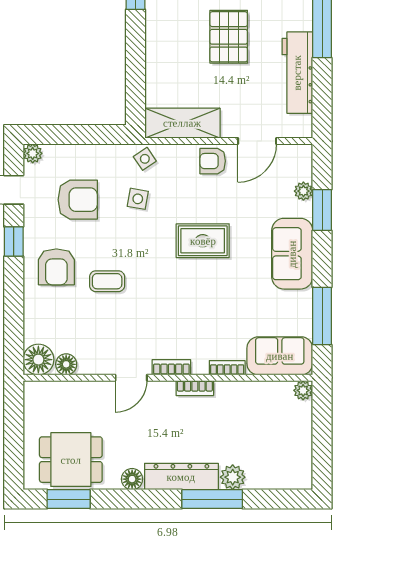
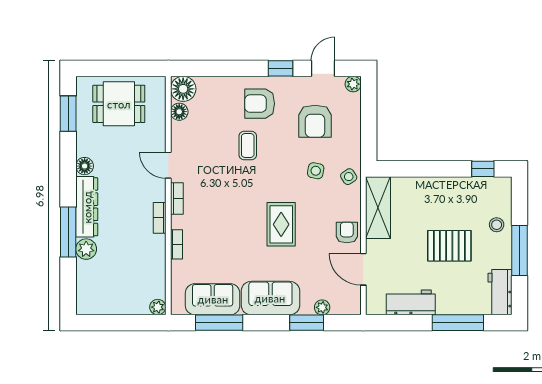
workbench: (297, 73) -> (411, 302), width x0.73
sofa: (280, 356) -> (213, 299), moved, turned -90
dining table: (71, 460) -> (119, 104), moved, turned 90

